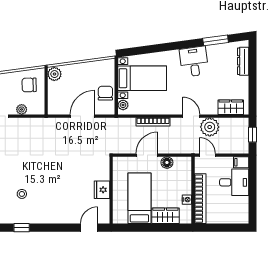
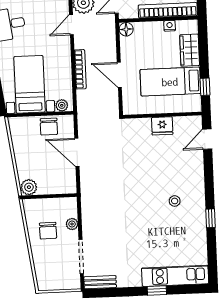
chair: (29, 85) -> (48, 231), moved
chair: (105, 93) -> (49, 127), turned -90
floor lamp: (167, 163) -> (126, 29), moved
stool: (22, 194) -> (175, 201), moved
door: (89, 228) -> (207, 139), hinge flipped
window: (134, 228) -> (205, 87), added

